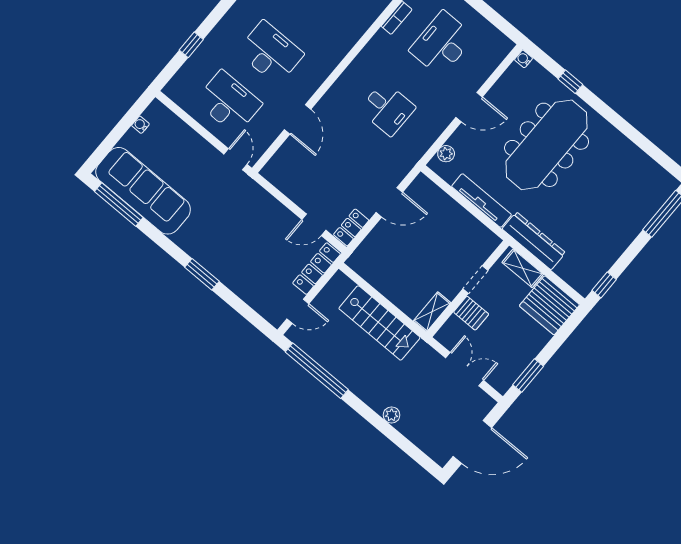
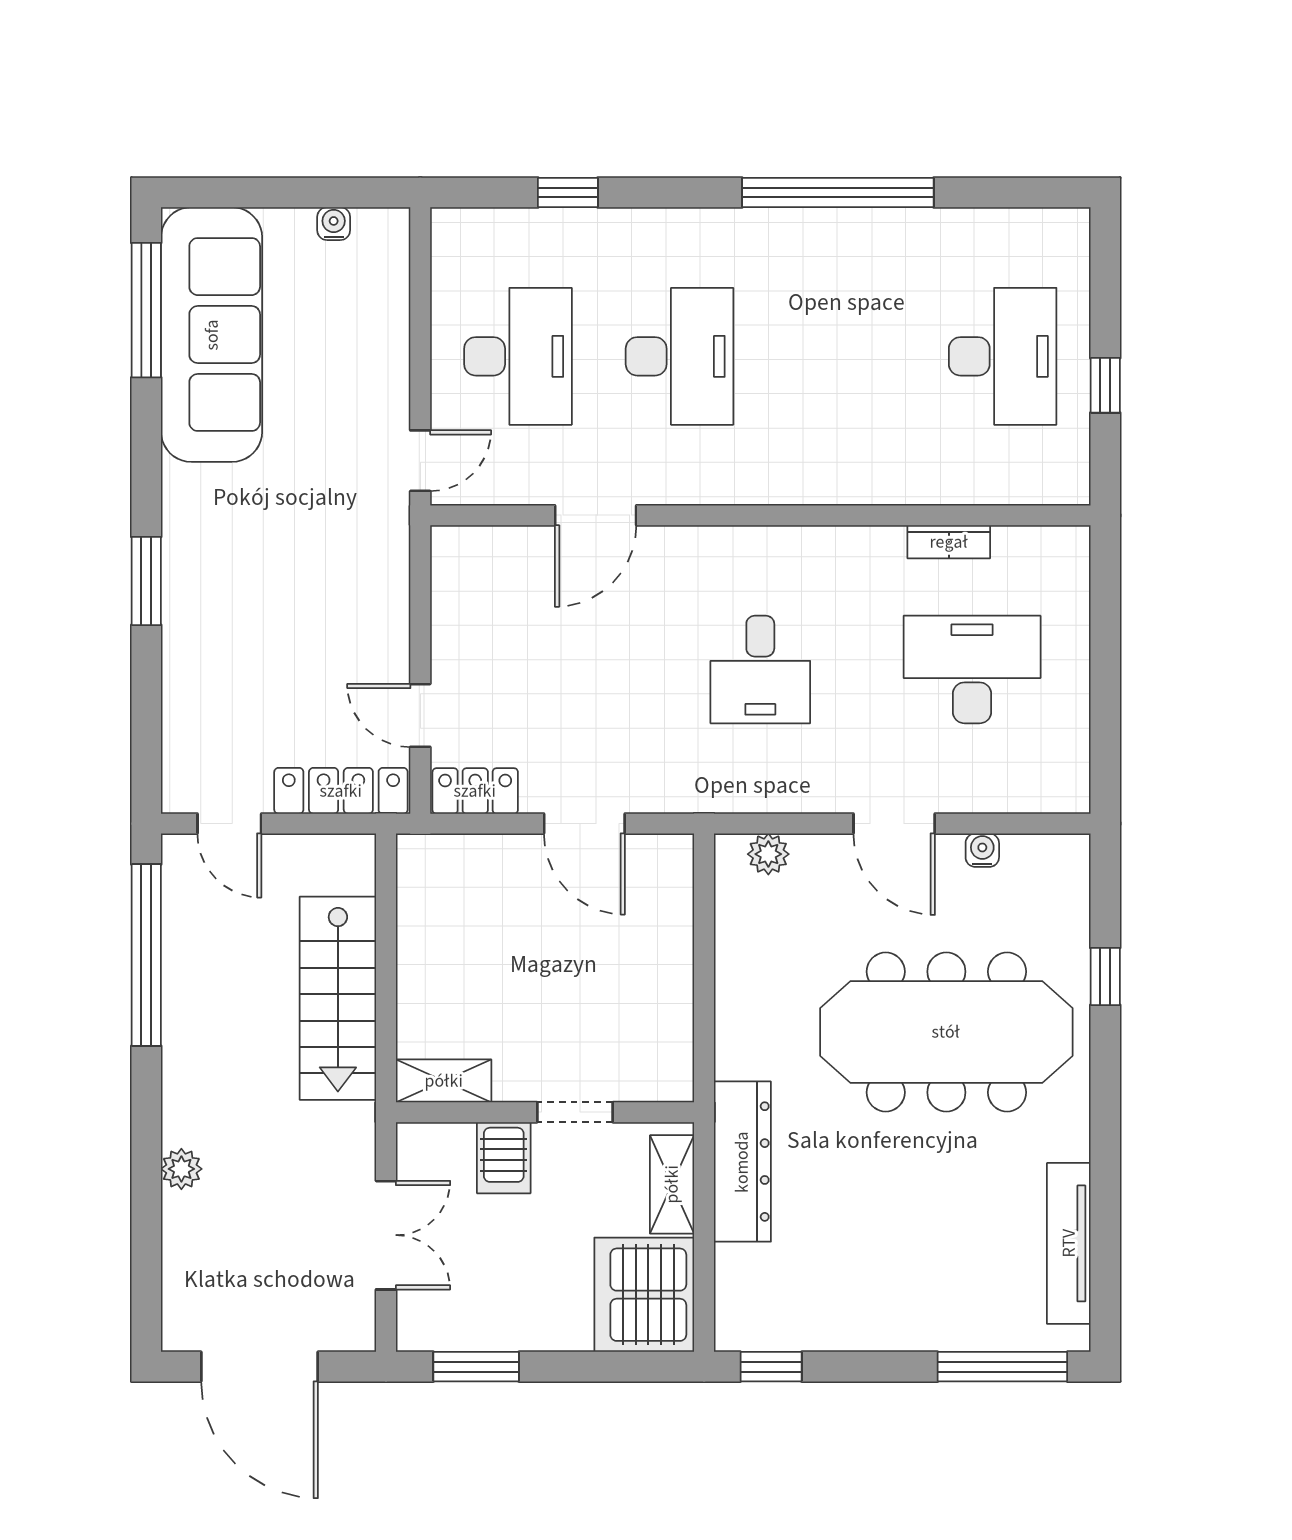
water cooler: (524, 59) -> (982, 850), moved
tv unit: (481, 201) -> (1069, 1243), moved, turned 180

